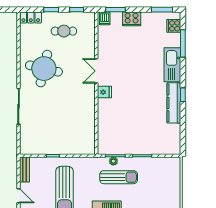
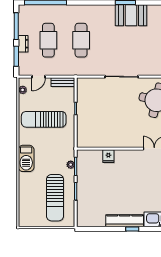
fridge: (104, 92) -> (108, 156), moved
sun lounger: (119, 177) -> (55, 198), moved, width x1.36, depth x1.34

